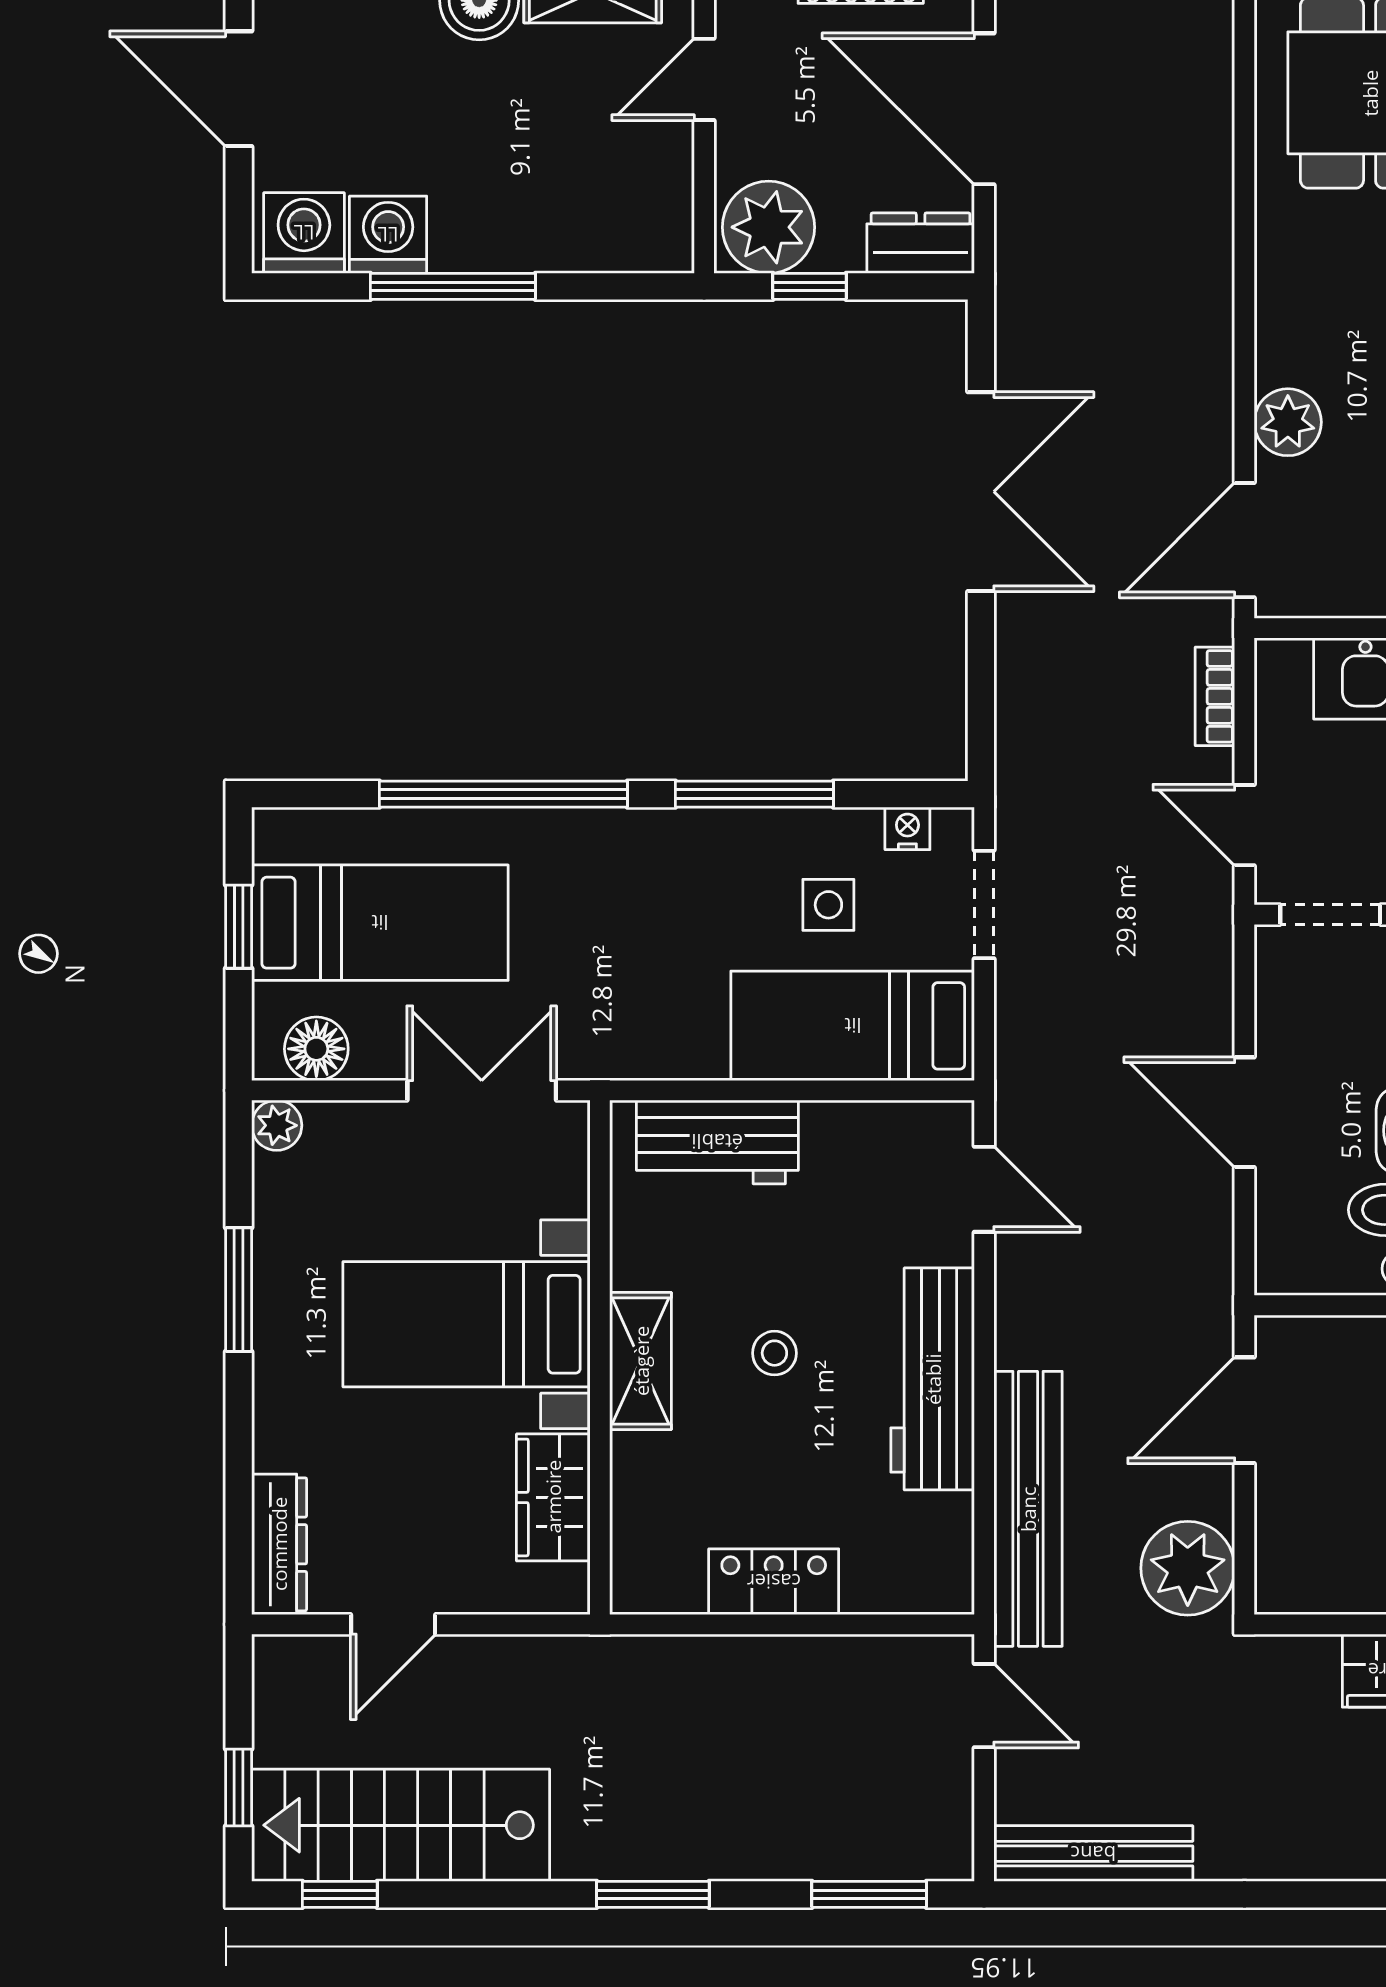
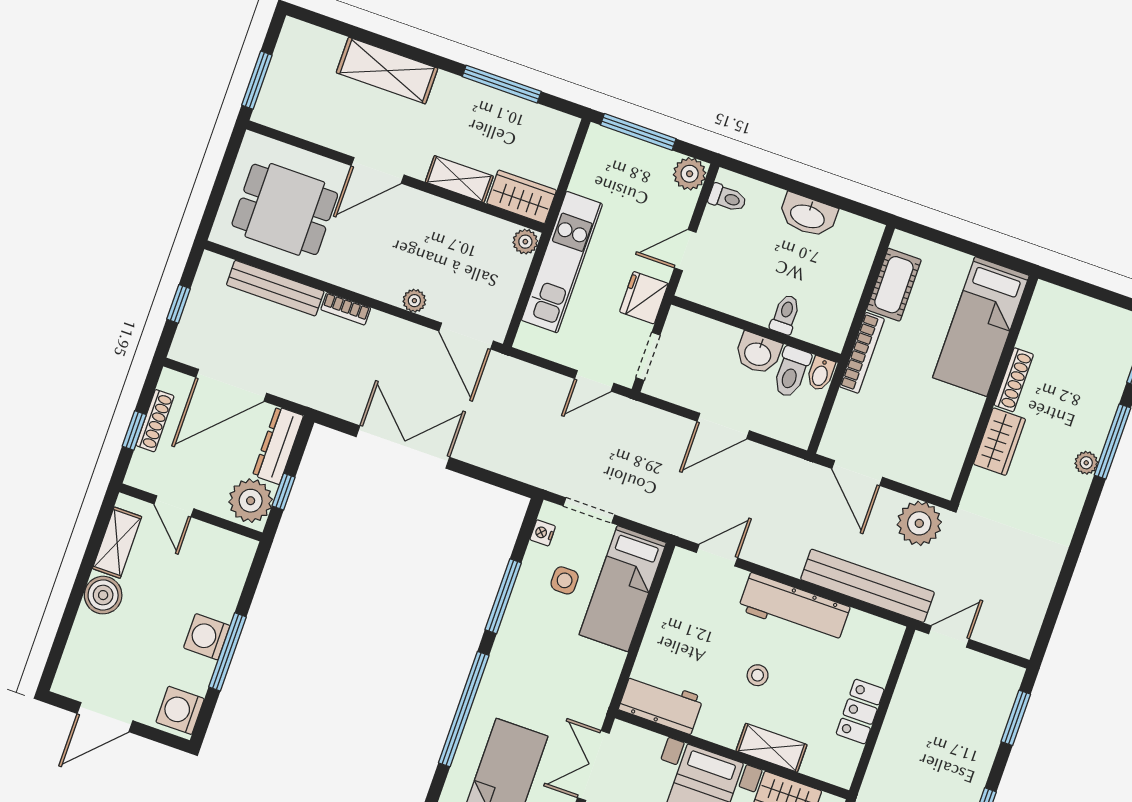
washing machine: (388, 235) -> (207, 637), moved
dresser: (921, 243) -> (278, 445), width x1.44
plant: (1288, 422) -> (414, 301), width x0.73, depth x0.73
bookcase: (1215, 696) -> (346, 309), moved
workbench: (717, 1142) -> (661, 703), moved, turned -90
shelving: (641, 1361) -> (772, 748), moved
bench: (1093, 1854) -> (275, 288), moved, turned 90

